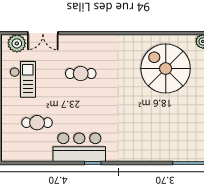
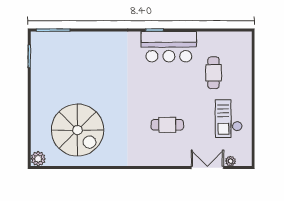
plant: (17, 43) -> (231, 161), width x0.53, depth x0.53
cafe table: (37, 123) -> (214, 73), turned 90

